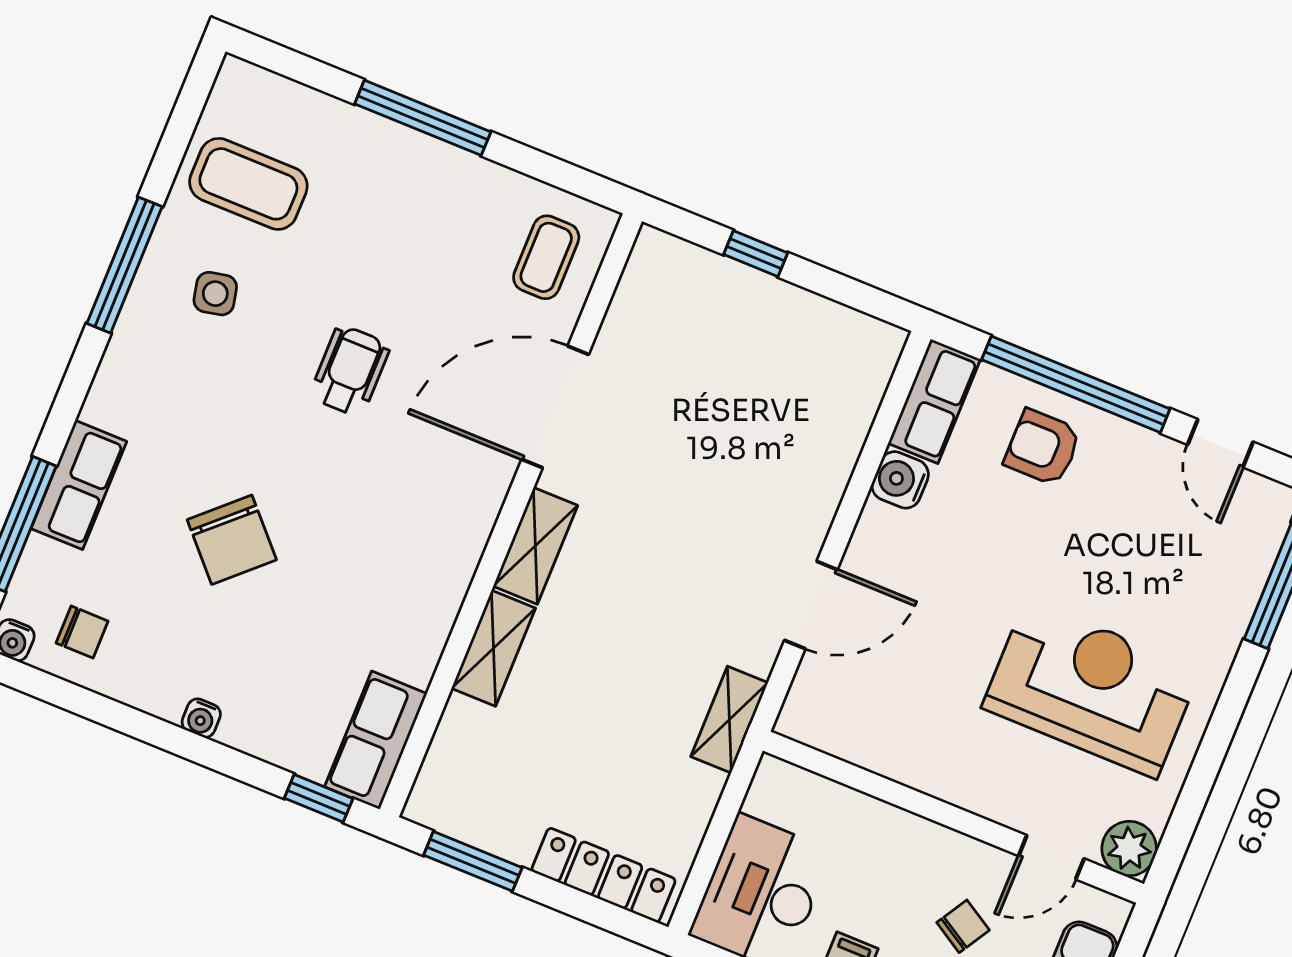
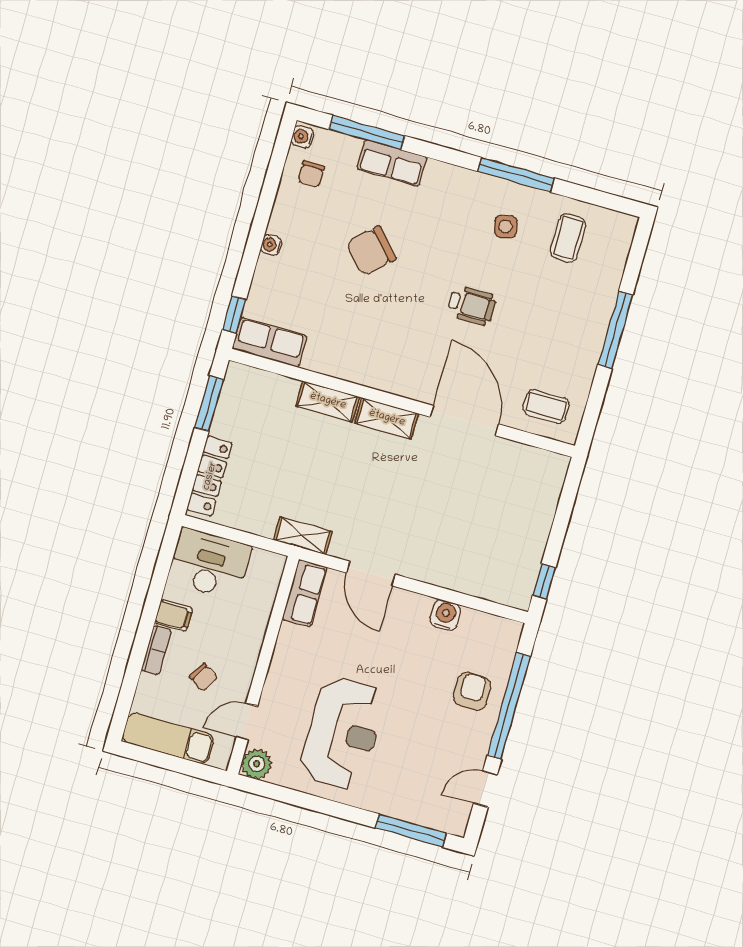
coffee table: (248, 184) -> (568, 238), width x0.73, depth x0.77
window: (756, 254) -> (544, 581), moved
row of seats: (934, 401) -> (305, 593), moved, turned -90
door: (1051, 857) -> (247, 722), hinge flipped

